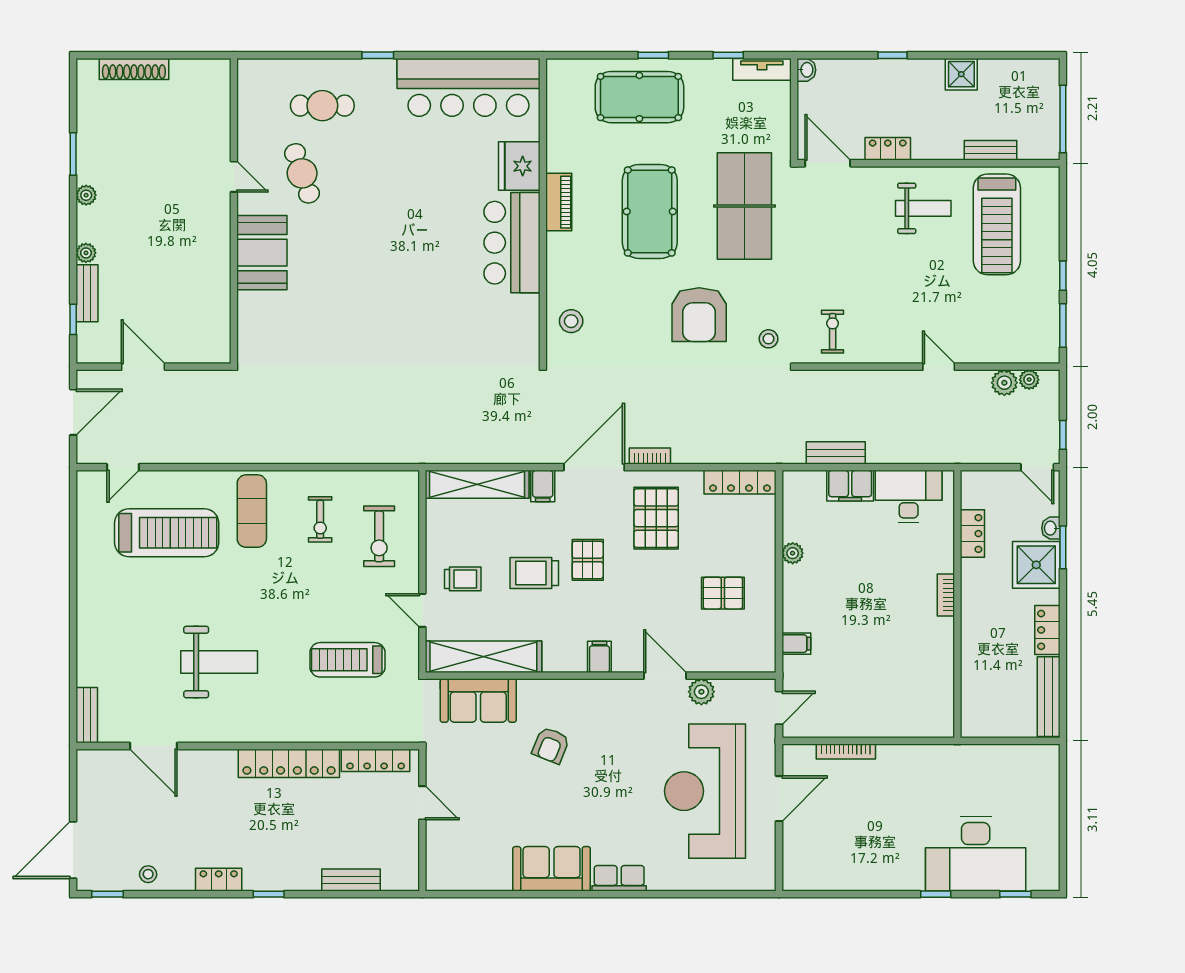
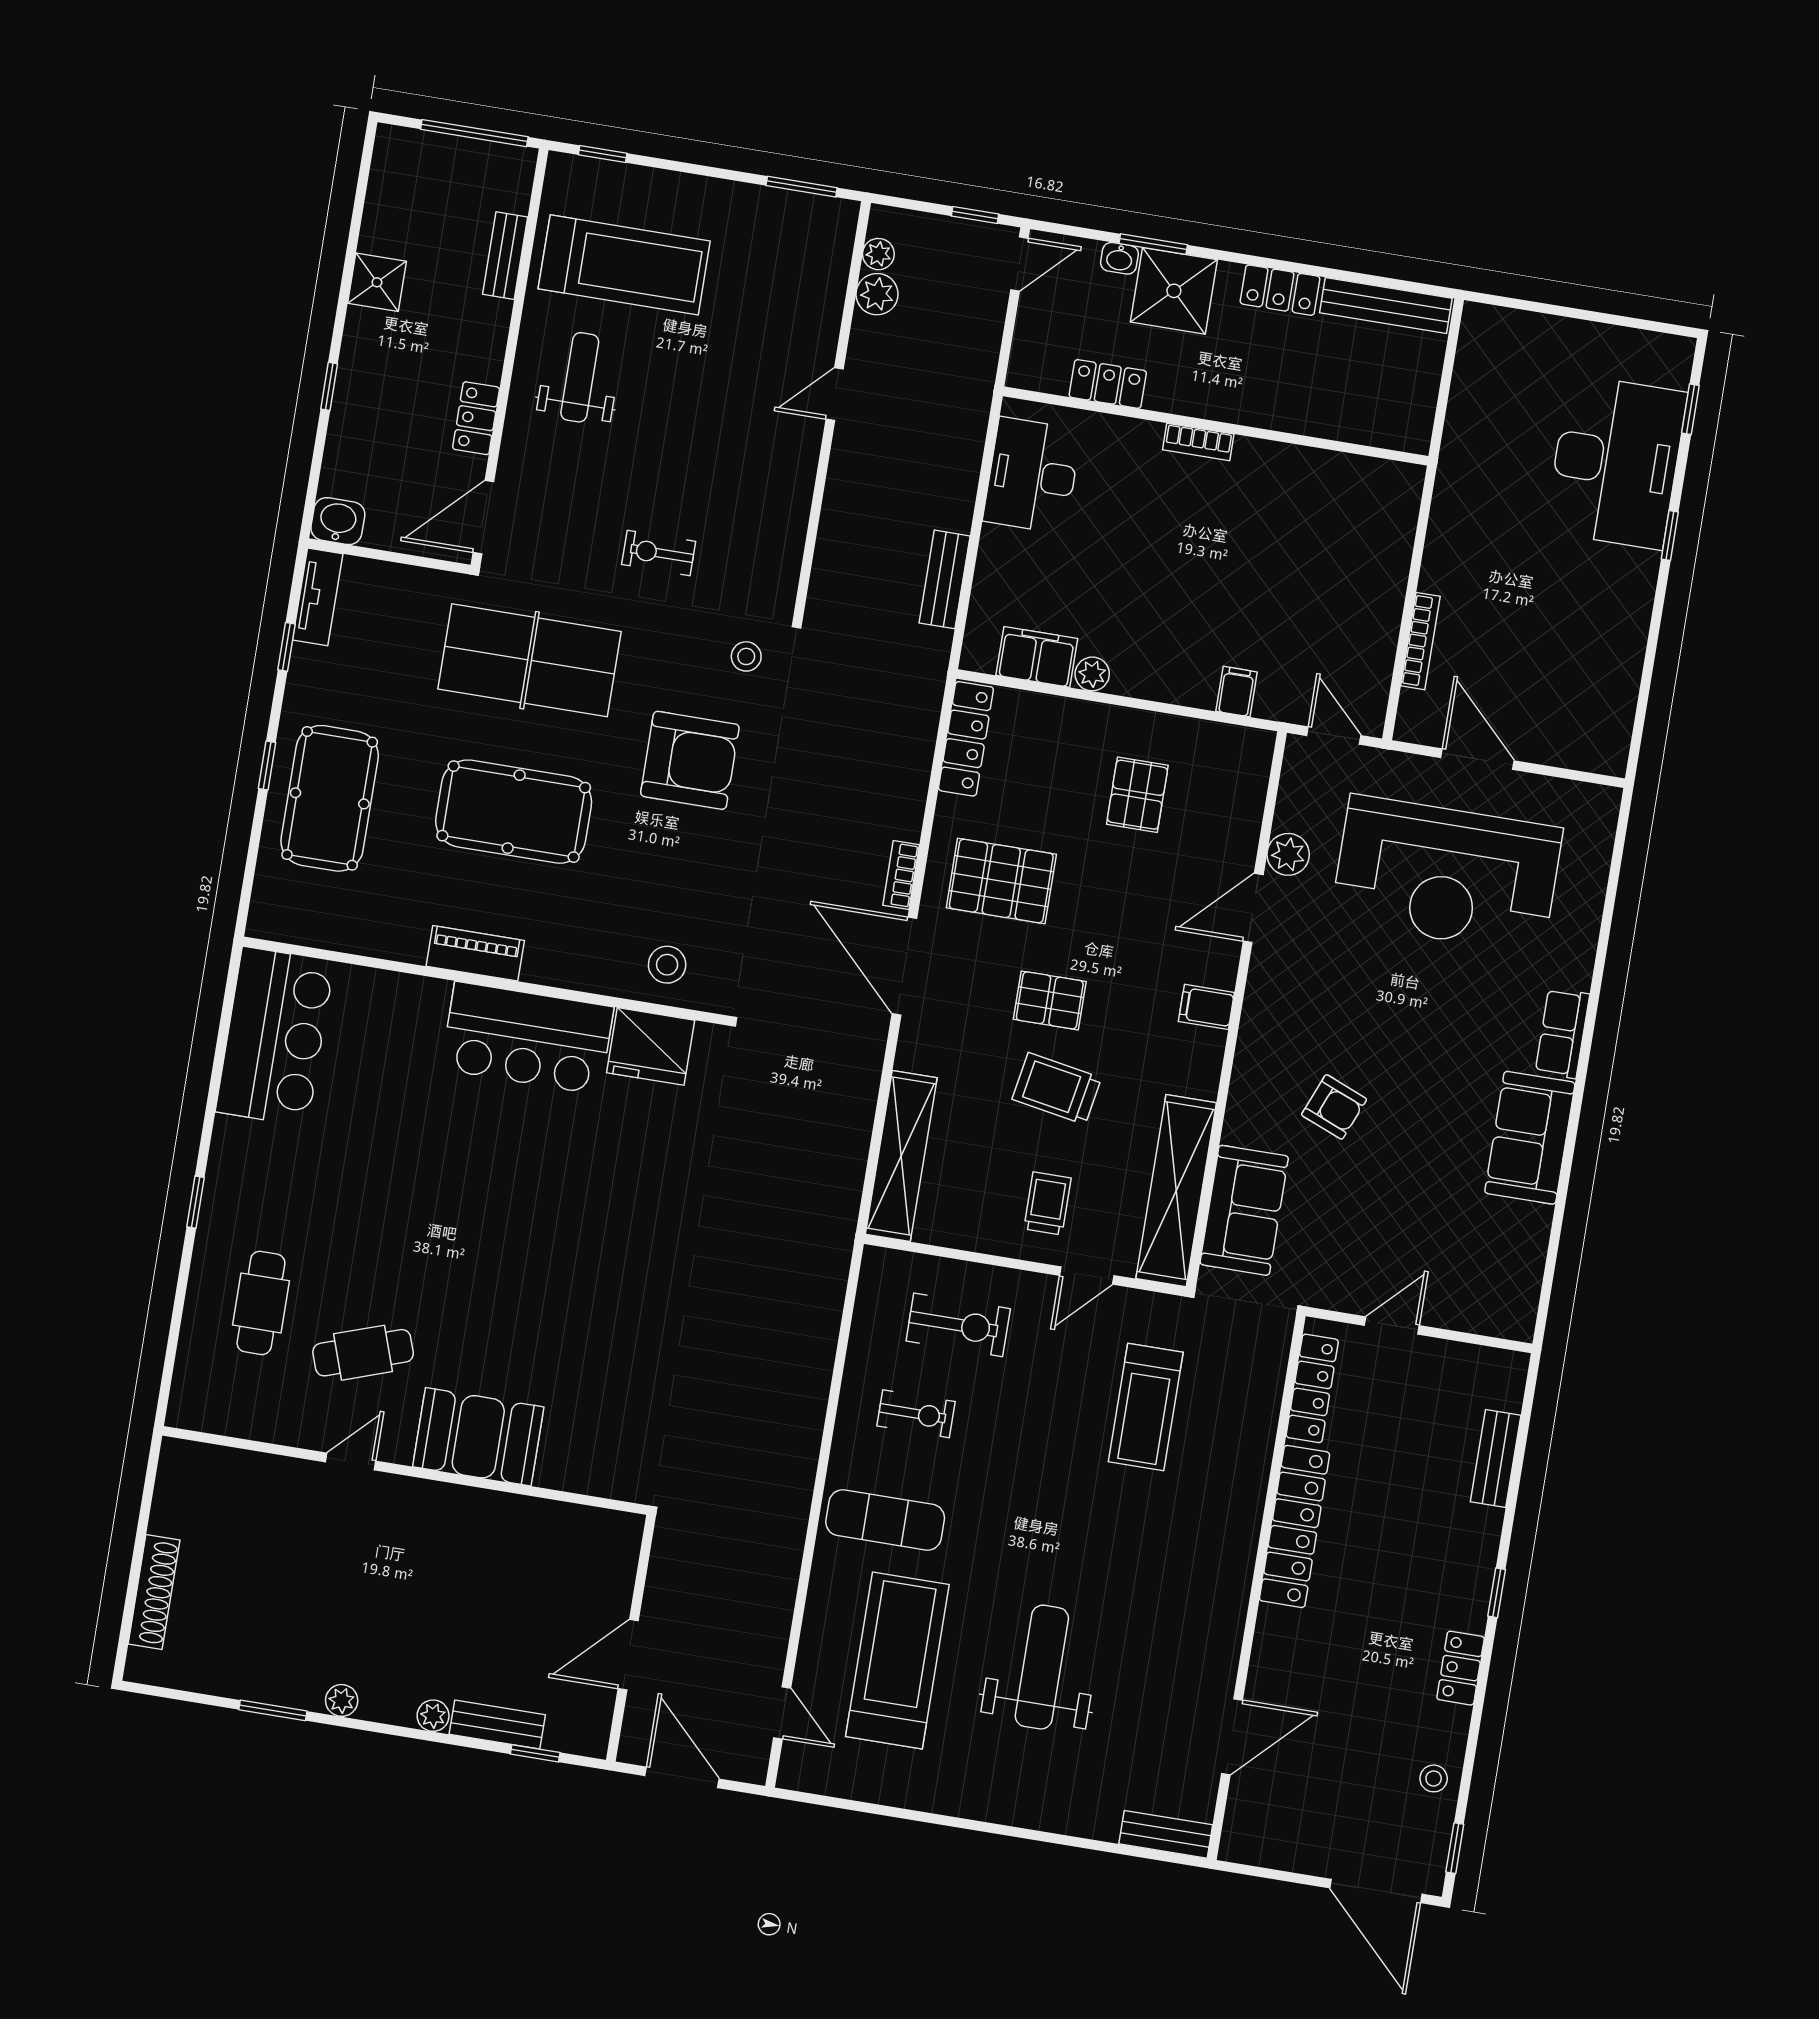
washbasin: (806, 70) -> (338, 521), width x1.38, depth x1.45
bar counter: (468, 87) -> (275, 1036), width x0.73
fridge: (519, 166) -> (651, 1046), moved
window: (1063, 276) -> (603, 154), moved
exercise bike: (833, 332) -> (659, 553), moved
filing cabinet: (543, 486) -> (921, 1053), removed
filing cabinet: (850, 486) -> (1037, 657), moved, turned -90
trolley: (534, 573) -> (1057, 1089), turned 100
weight bench: (219, 662) -> (1042, 1667), moved

